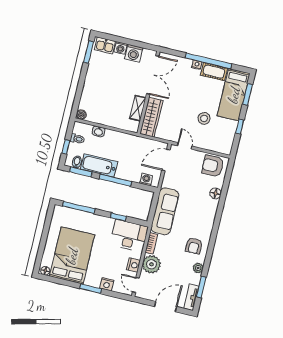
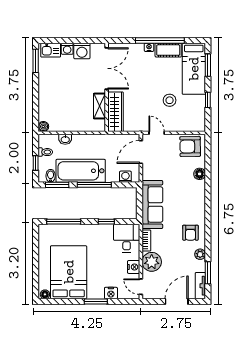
bathtub: (99, 165) -> (81, 171), width x1.36, depth x1.36
desk: (129, 236) -> (127, 238), width x0.73

